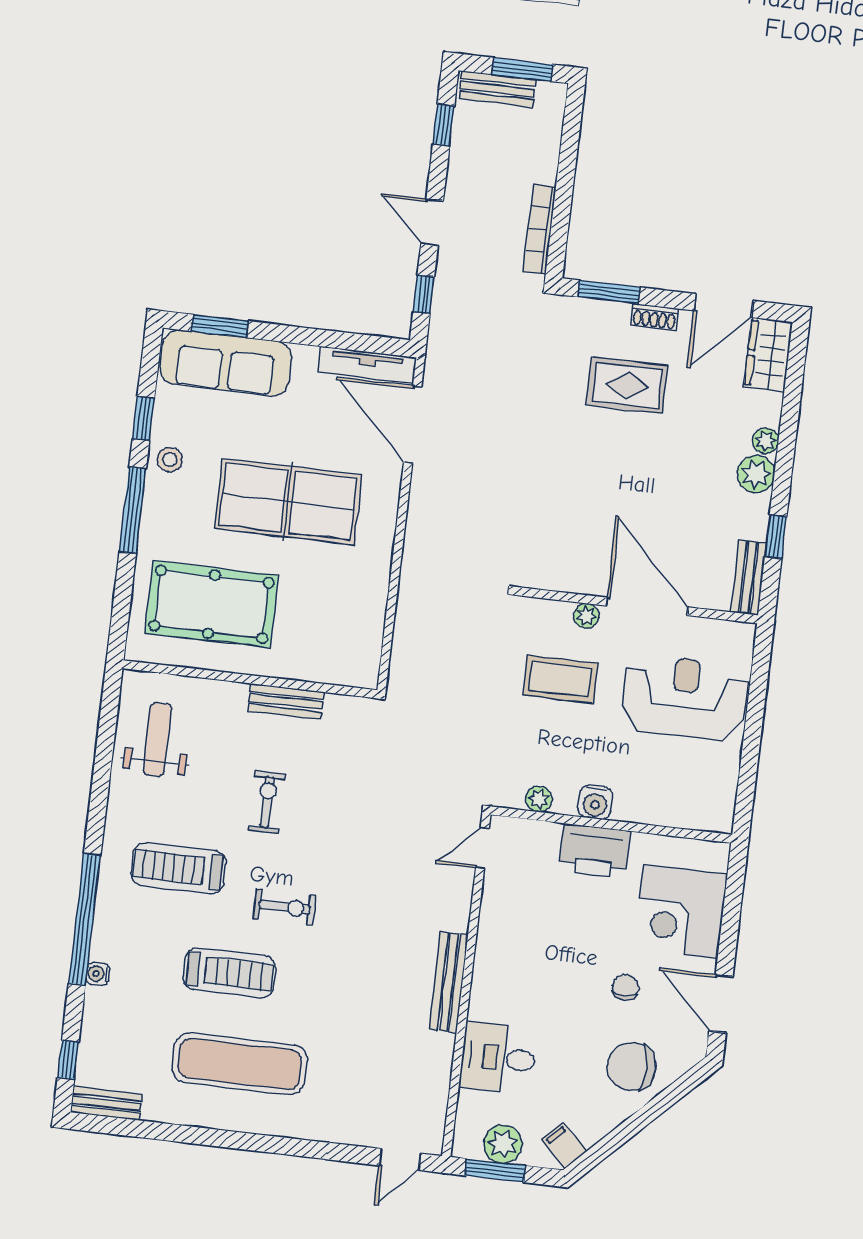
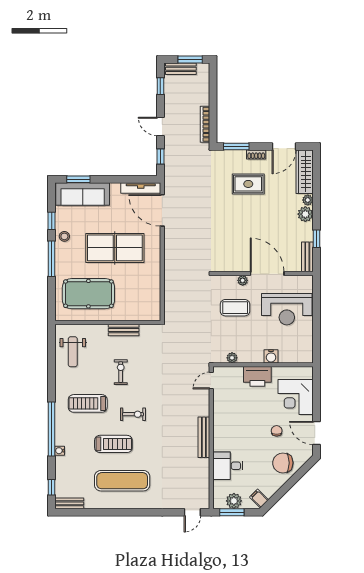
wardrobe: (768, 355) -> (305, 172), width x1.50
reception desk: (684, 698) -> (287, 309), turned 180
weight bench: (157, 739) -> (73, 352), turned 180
water cooler: (595, 802) -> (271, 356), moved

